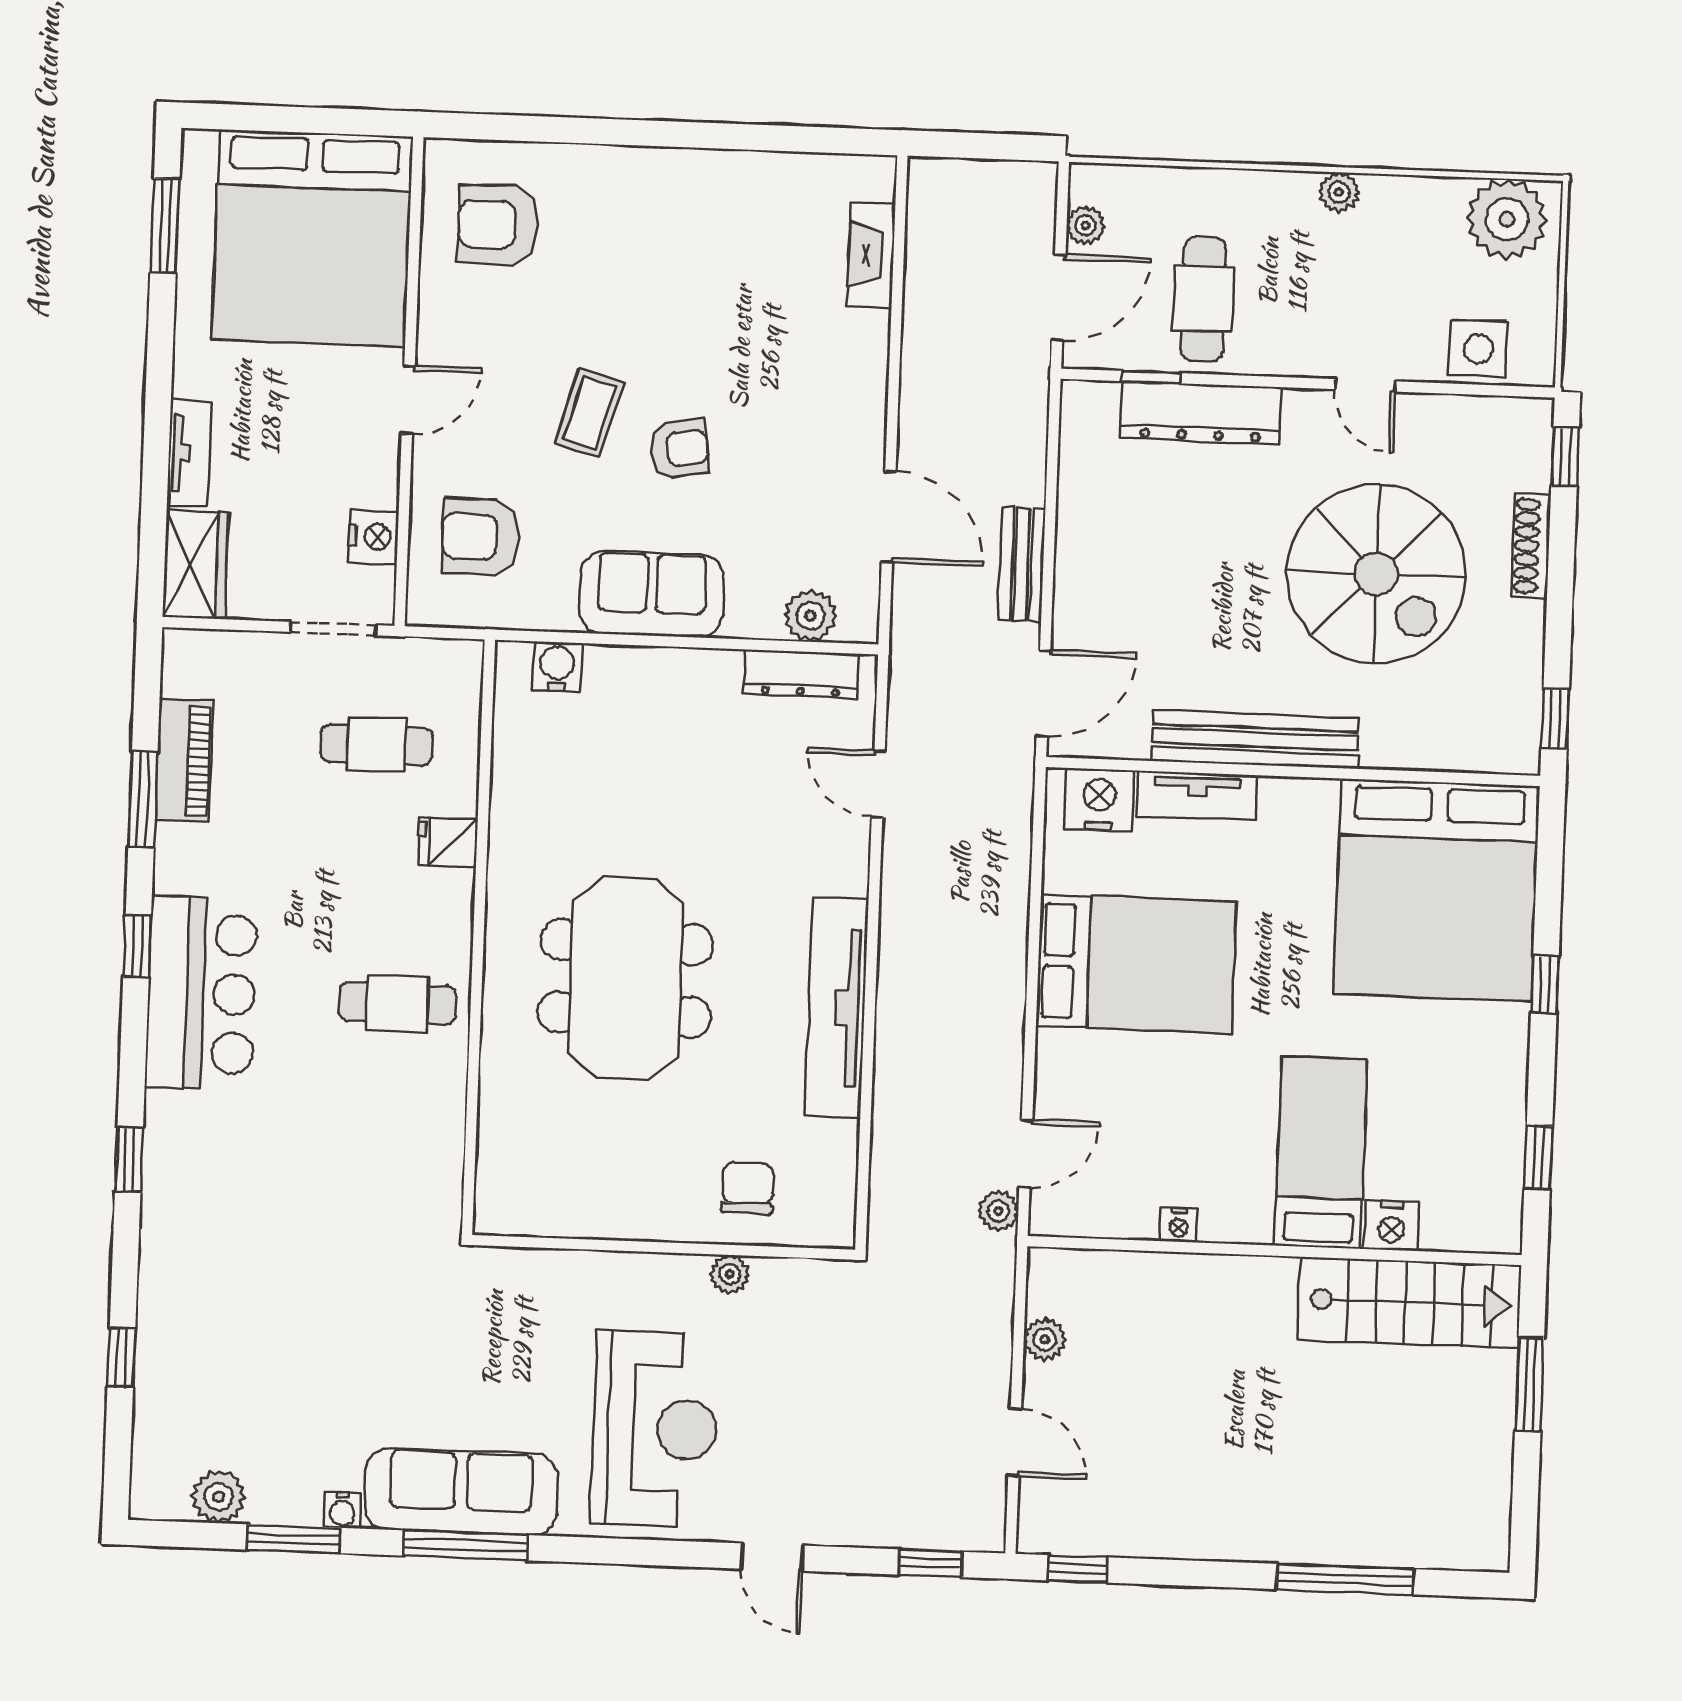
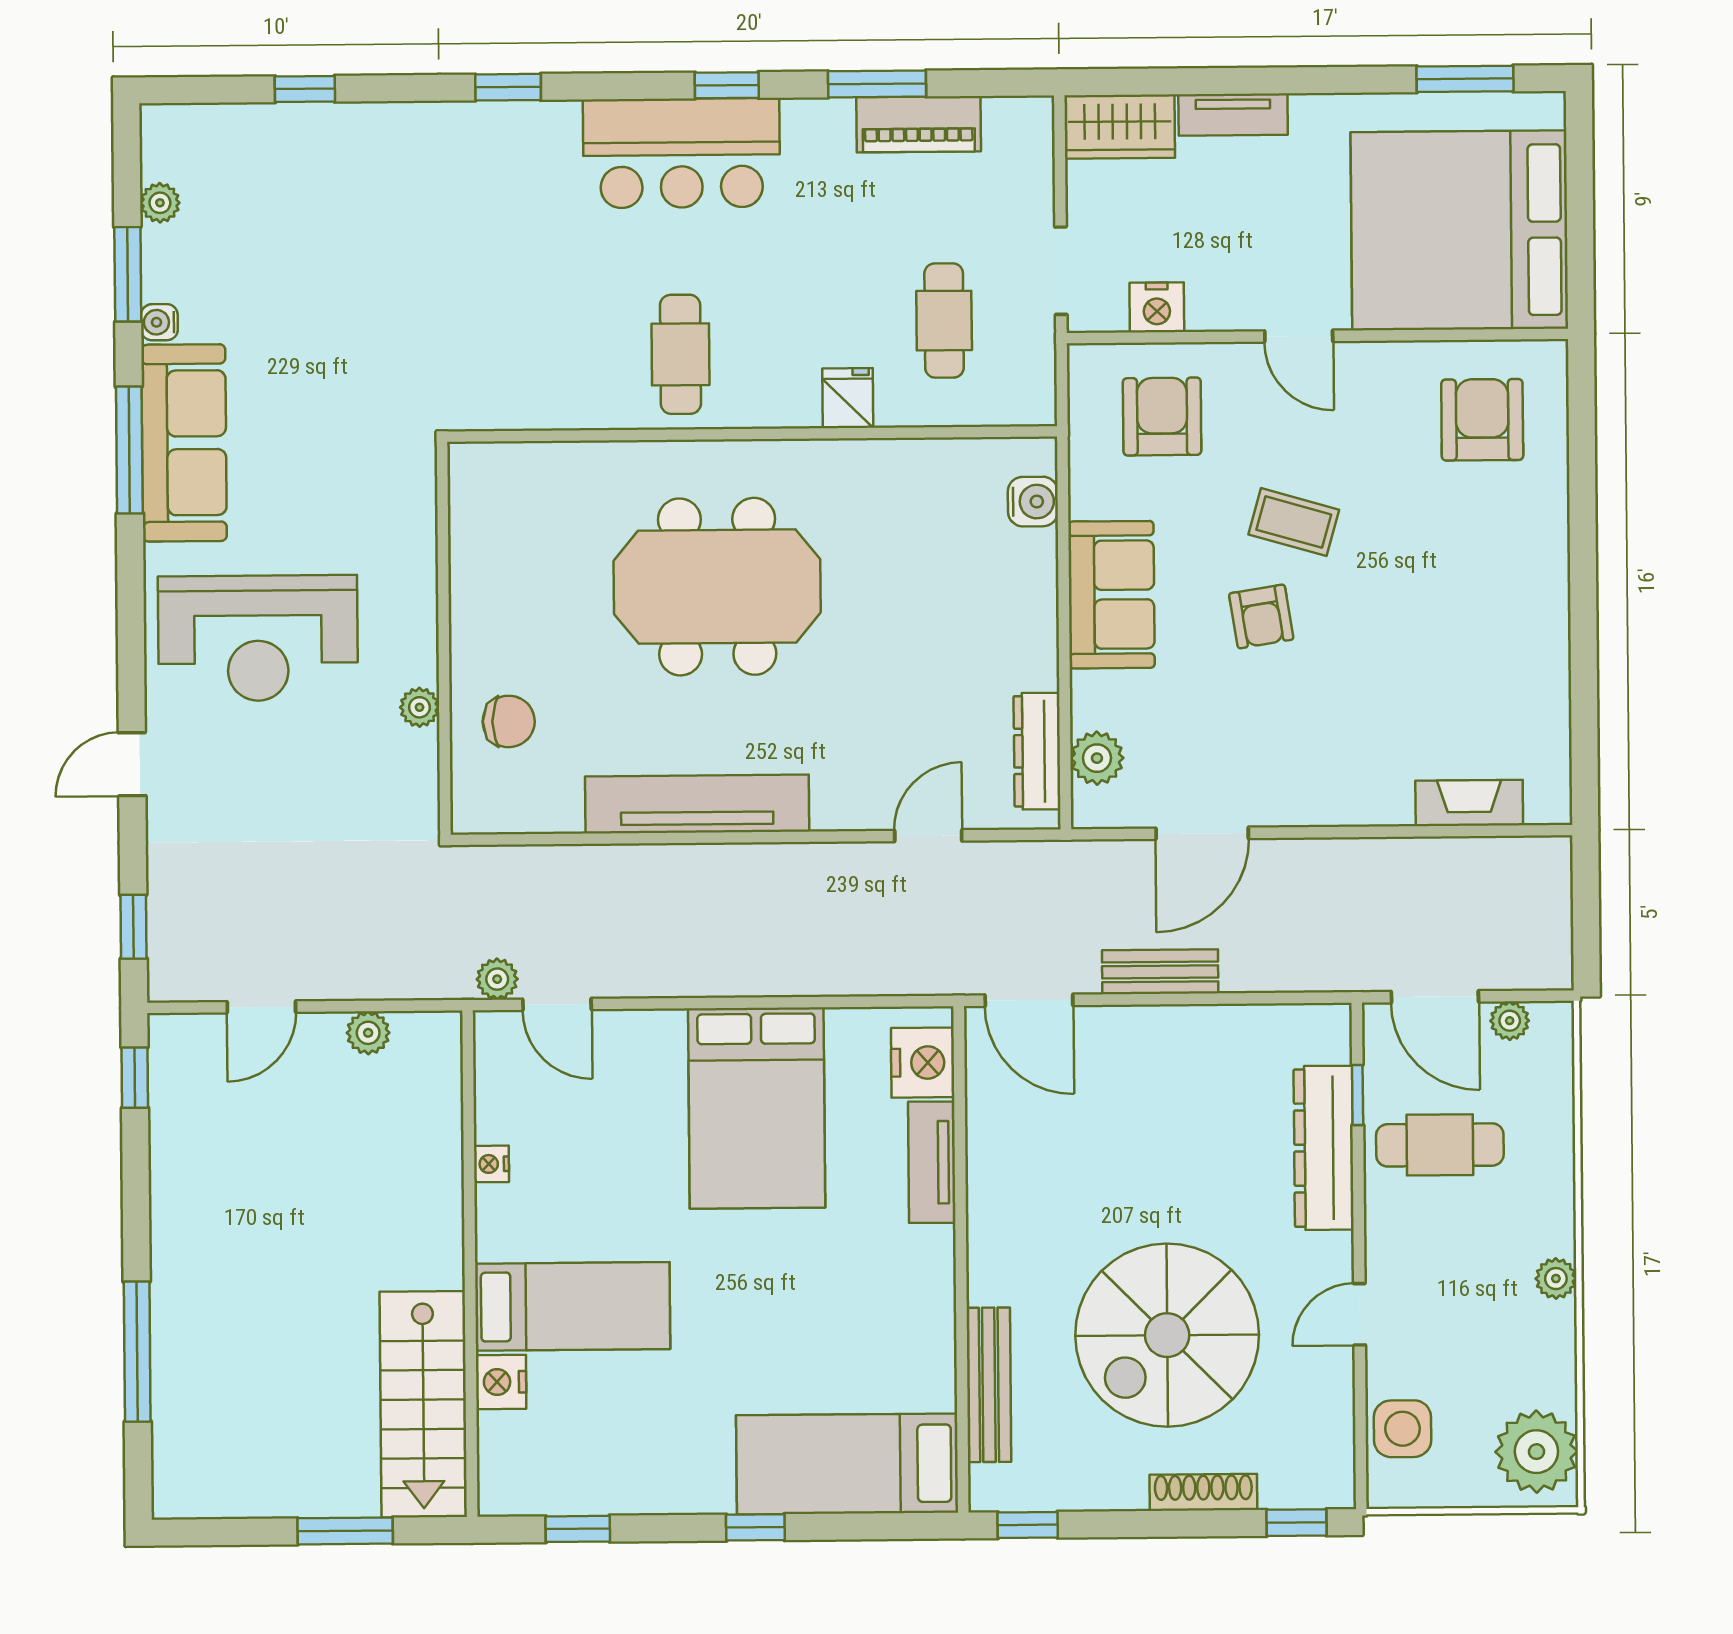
bench: (1255, 739) -> (989, 1385), moved, width x0.73, depth x0.82
bed: (1437, 890) -> (847, 1464), width x0.49
plant: (219, 1497) -> (160, 203), width x0.73, depth x0.73

